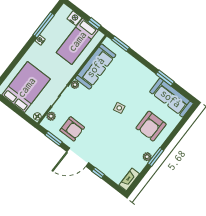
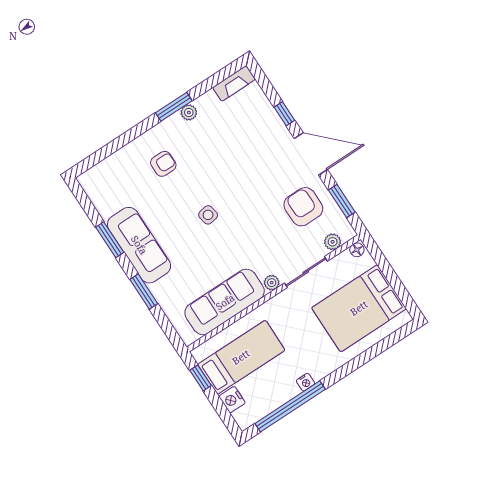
window: (44, 25) -> (290, 406), width x1.46
window: (120, 44) -> (144, 292), moved
sofa: (171, 98) -> (139, 245), moved
armchair: (151, 126) -> (163, 164), width x0.53, depth x0.53

